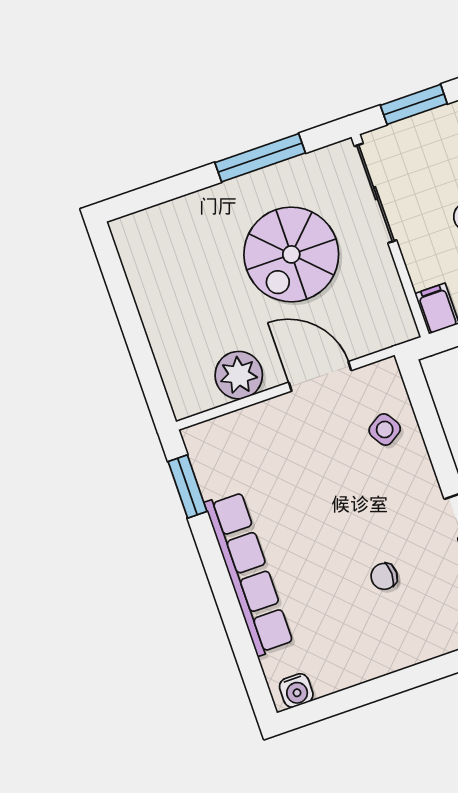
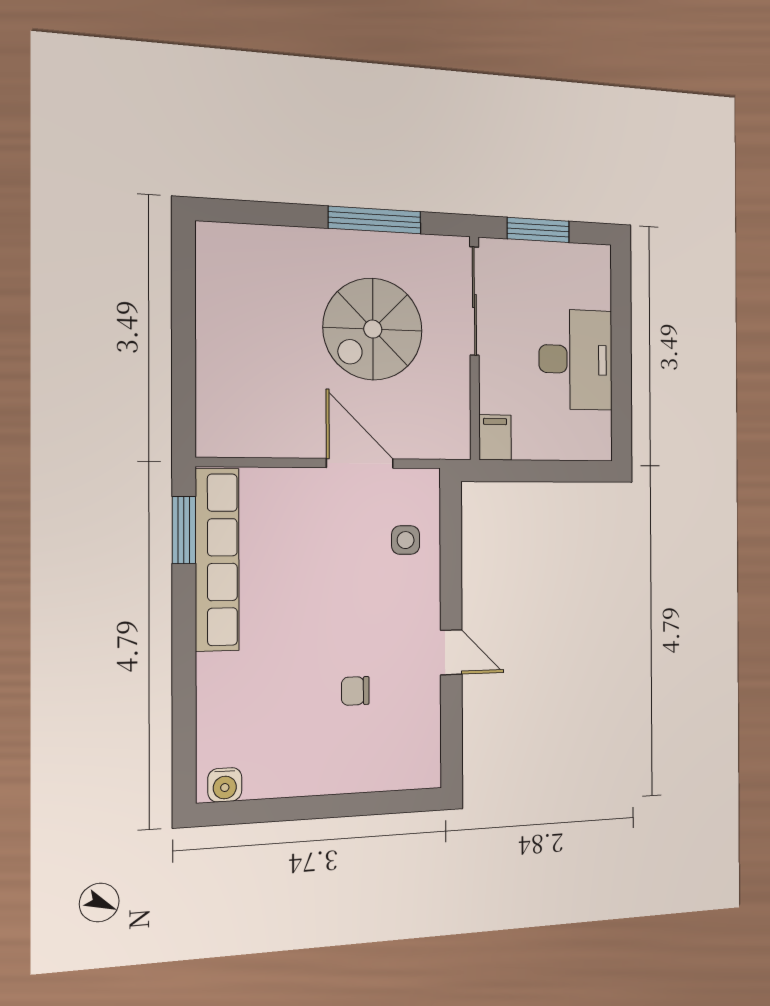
plant: (239, 375) -> (278, 432), removed
side table: (385, 429) -> (406, 540), turned 32
row of seats: (249, 573) -> (217, 560), moved

